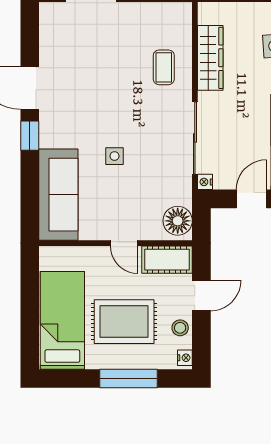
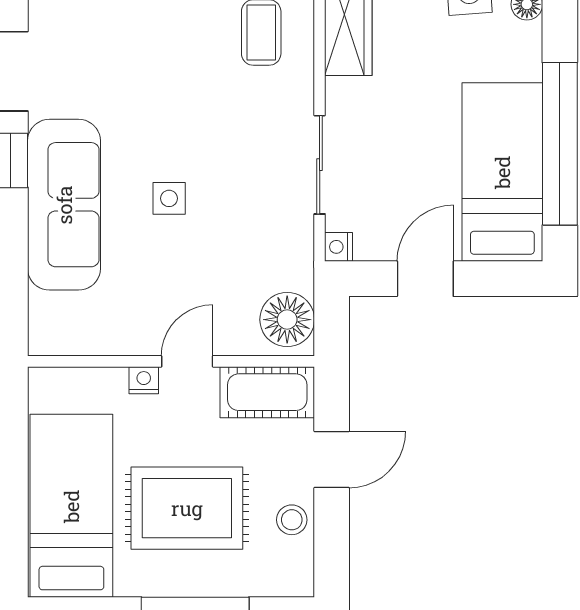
sliding door: (195, 138) -> (320, 165), width x0.73
sofa: (58, 195) -> (64, 205), moved
door: (124, 243) -> (187, 361), swing flipped
nightstand: (185, 358) -> (144, 380), moved, turned -90

